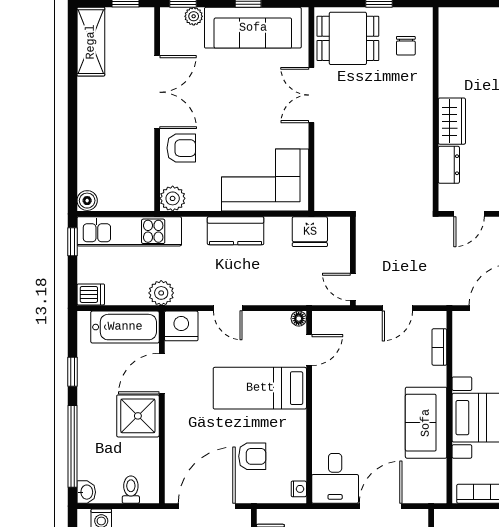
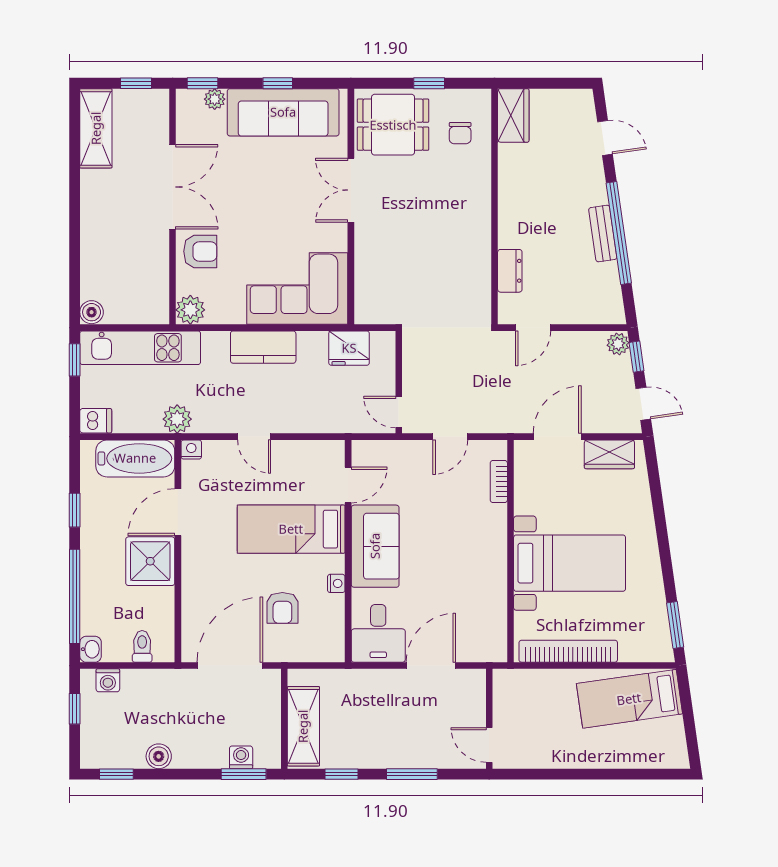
wardrobe: (452, 121) -> (513, 115), moved
floor lamp: (299, 319) -> (336, 449), removed
nightstand: (181, 326) -> (191, 450), width x0.53, depth x0.56
sofa: (426, 423) -> (375, 546), moved, turned 180
armchair: (252, 456) -> (282, 608), turned 90
nightstand: (299, 489) -> (336, 583), moved

